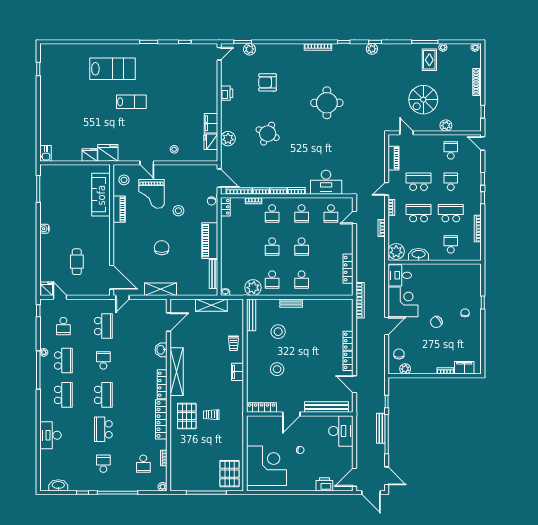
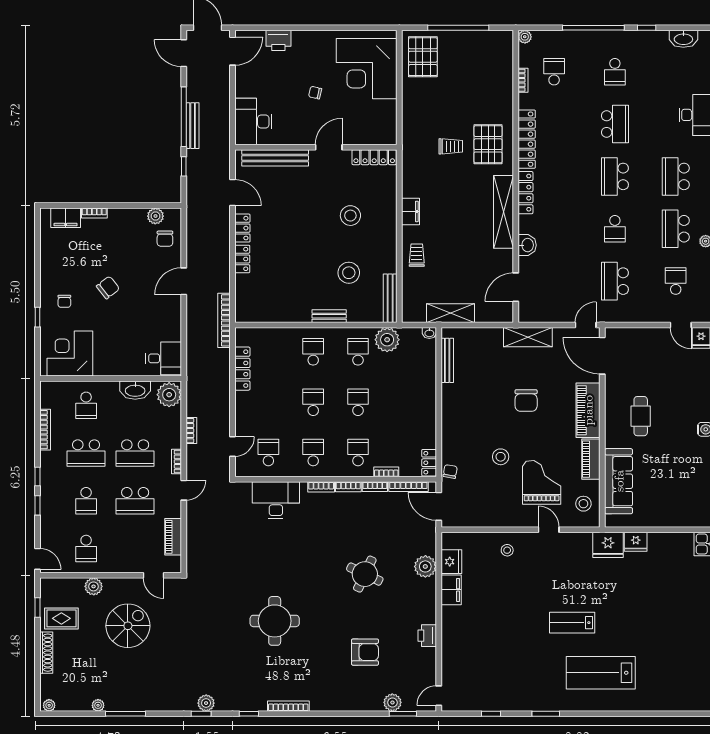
rug: (429, 60) -> (61, 618), moved, turned 90
piano: (210, 241) -> (588, 410), moved, turned 180
cafe table: (77, 262) -> (641, 416), moved
corner desk: (403, 302) -> (70, 354), moved, turned 90

